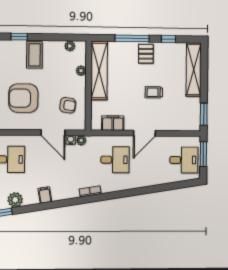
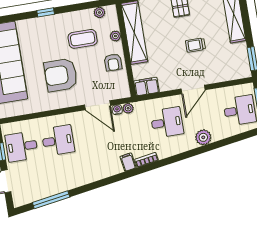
coffee table: (34, 55) -> (83, 39), moved, turned 90
armchair: (68, 105) -> (113, 62), moved, turned 82
filing cabinet: (113, 123) -> (146, 87), moved
filing cabinet: (45, 195) -> (128, 162), moved
plant: (15, 200) -> (203, 137), moved

